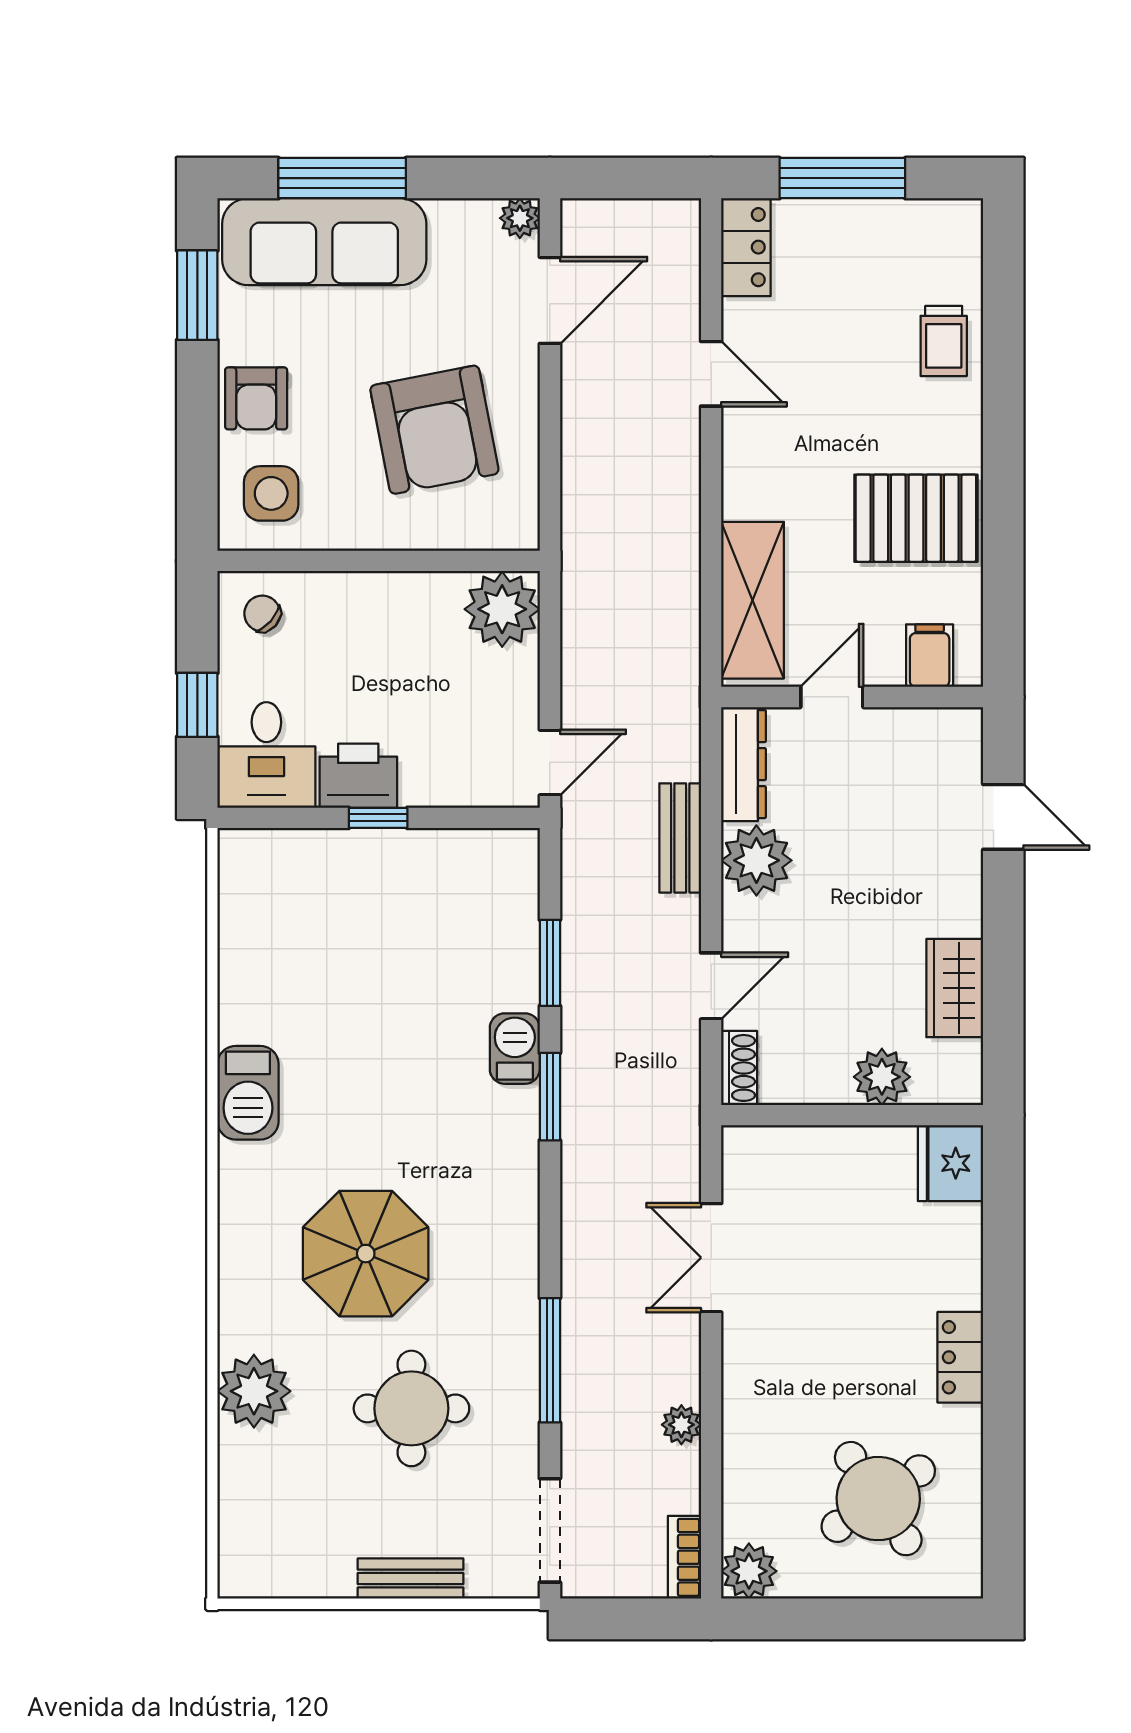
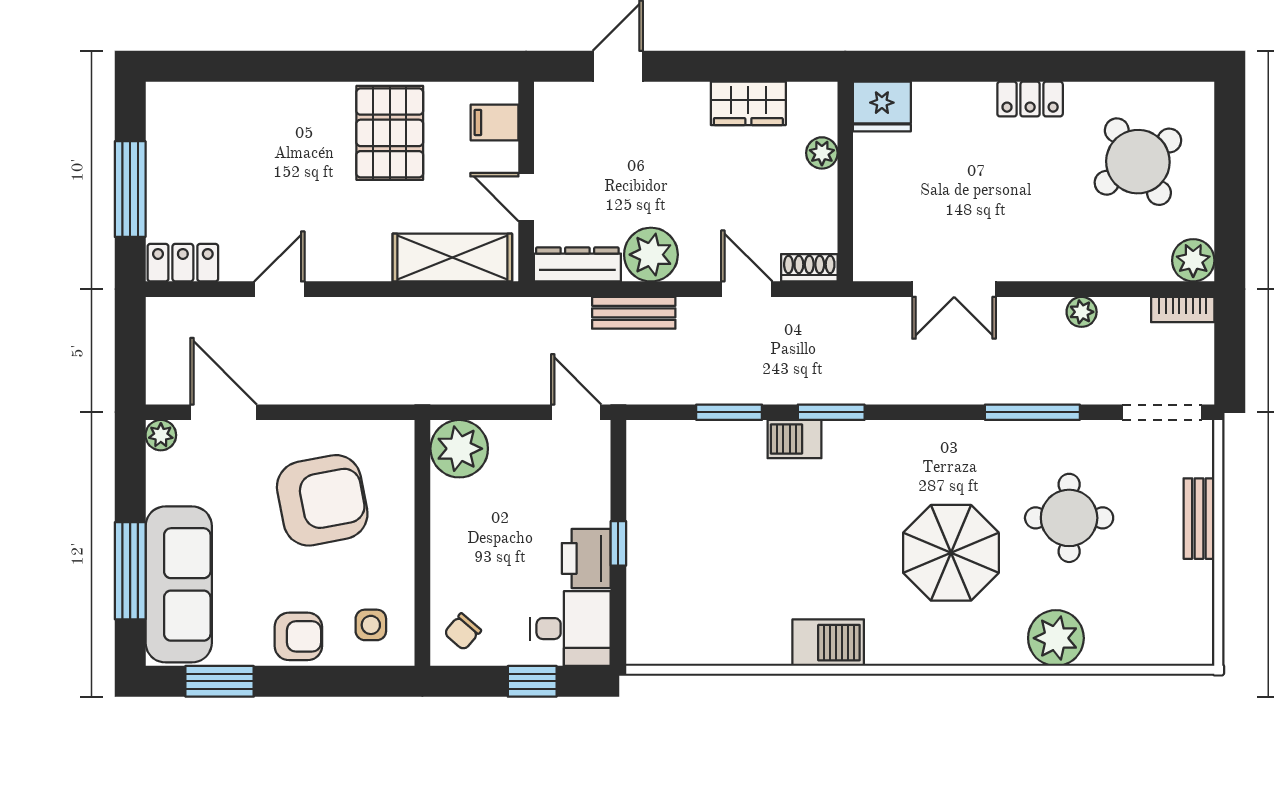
trolley: (944, 341) -> (255, 112), removed
side table: (271, 493) -> (371, 625), width x0.73, depth x0.73
plant: (882, 1077) -> (822, 153), width x0.73, depth x0.73

